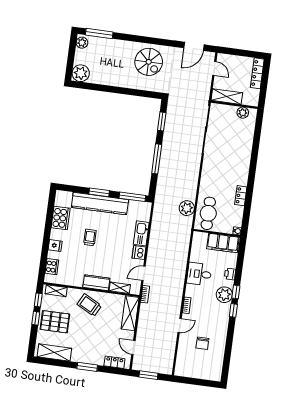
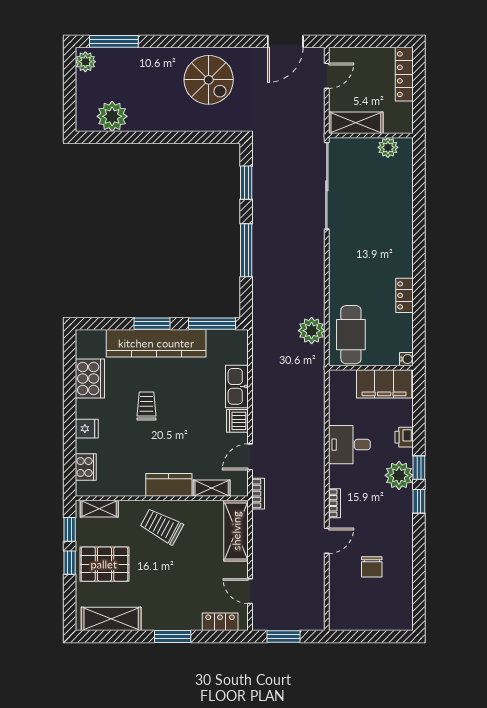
door: (214, 68) -> (327, 76), hinge flipped
plant: (81, 73) -> (112, 116), moved

